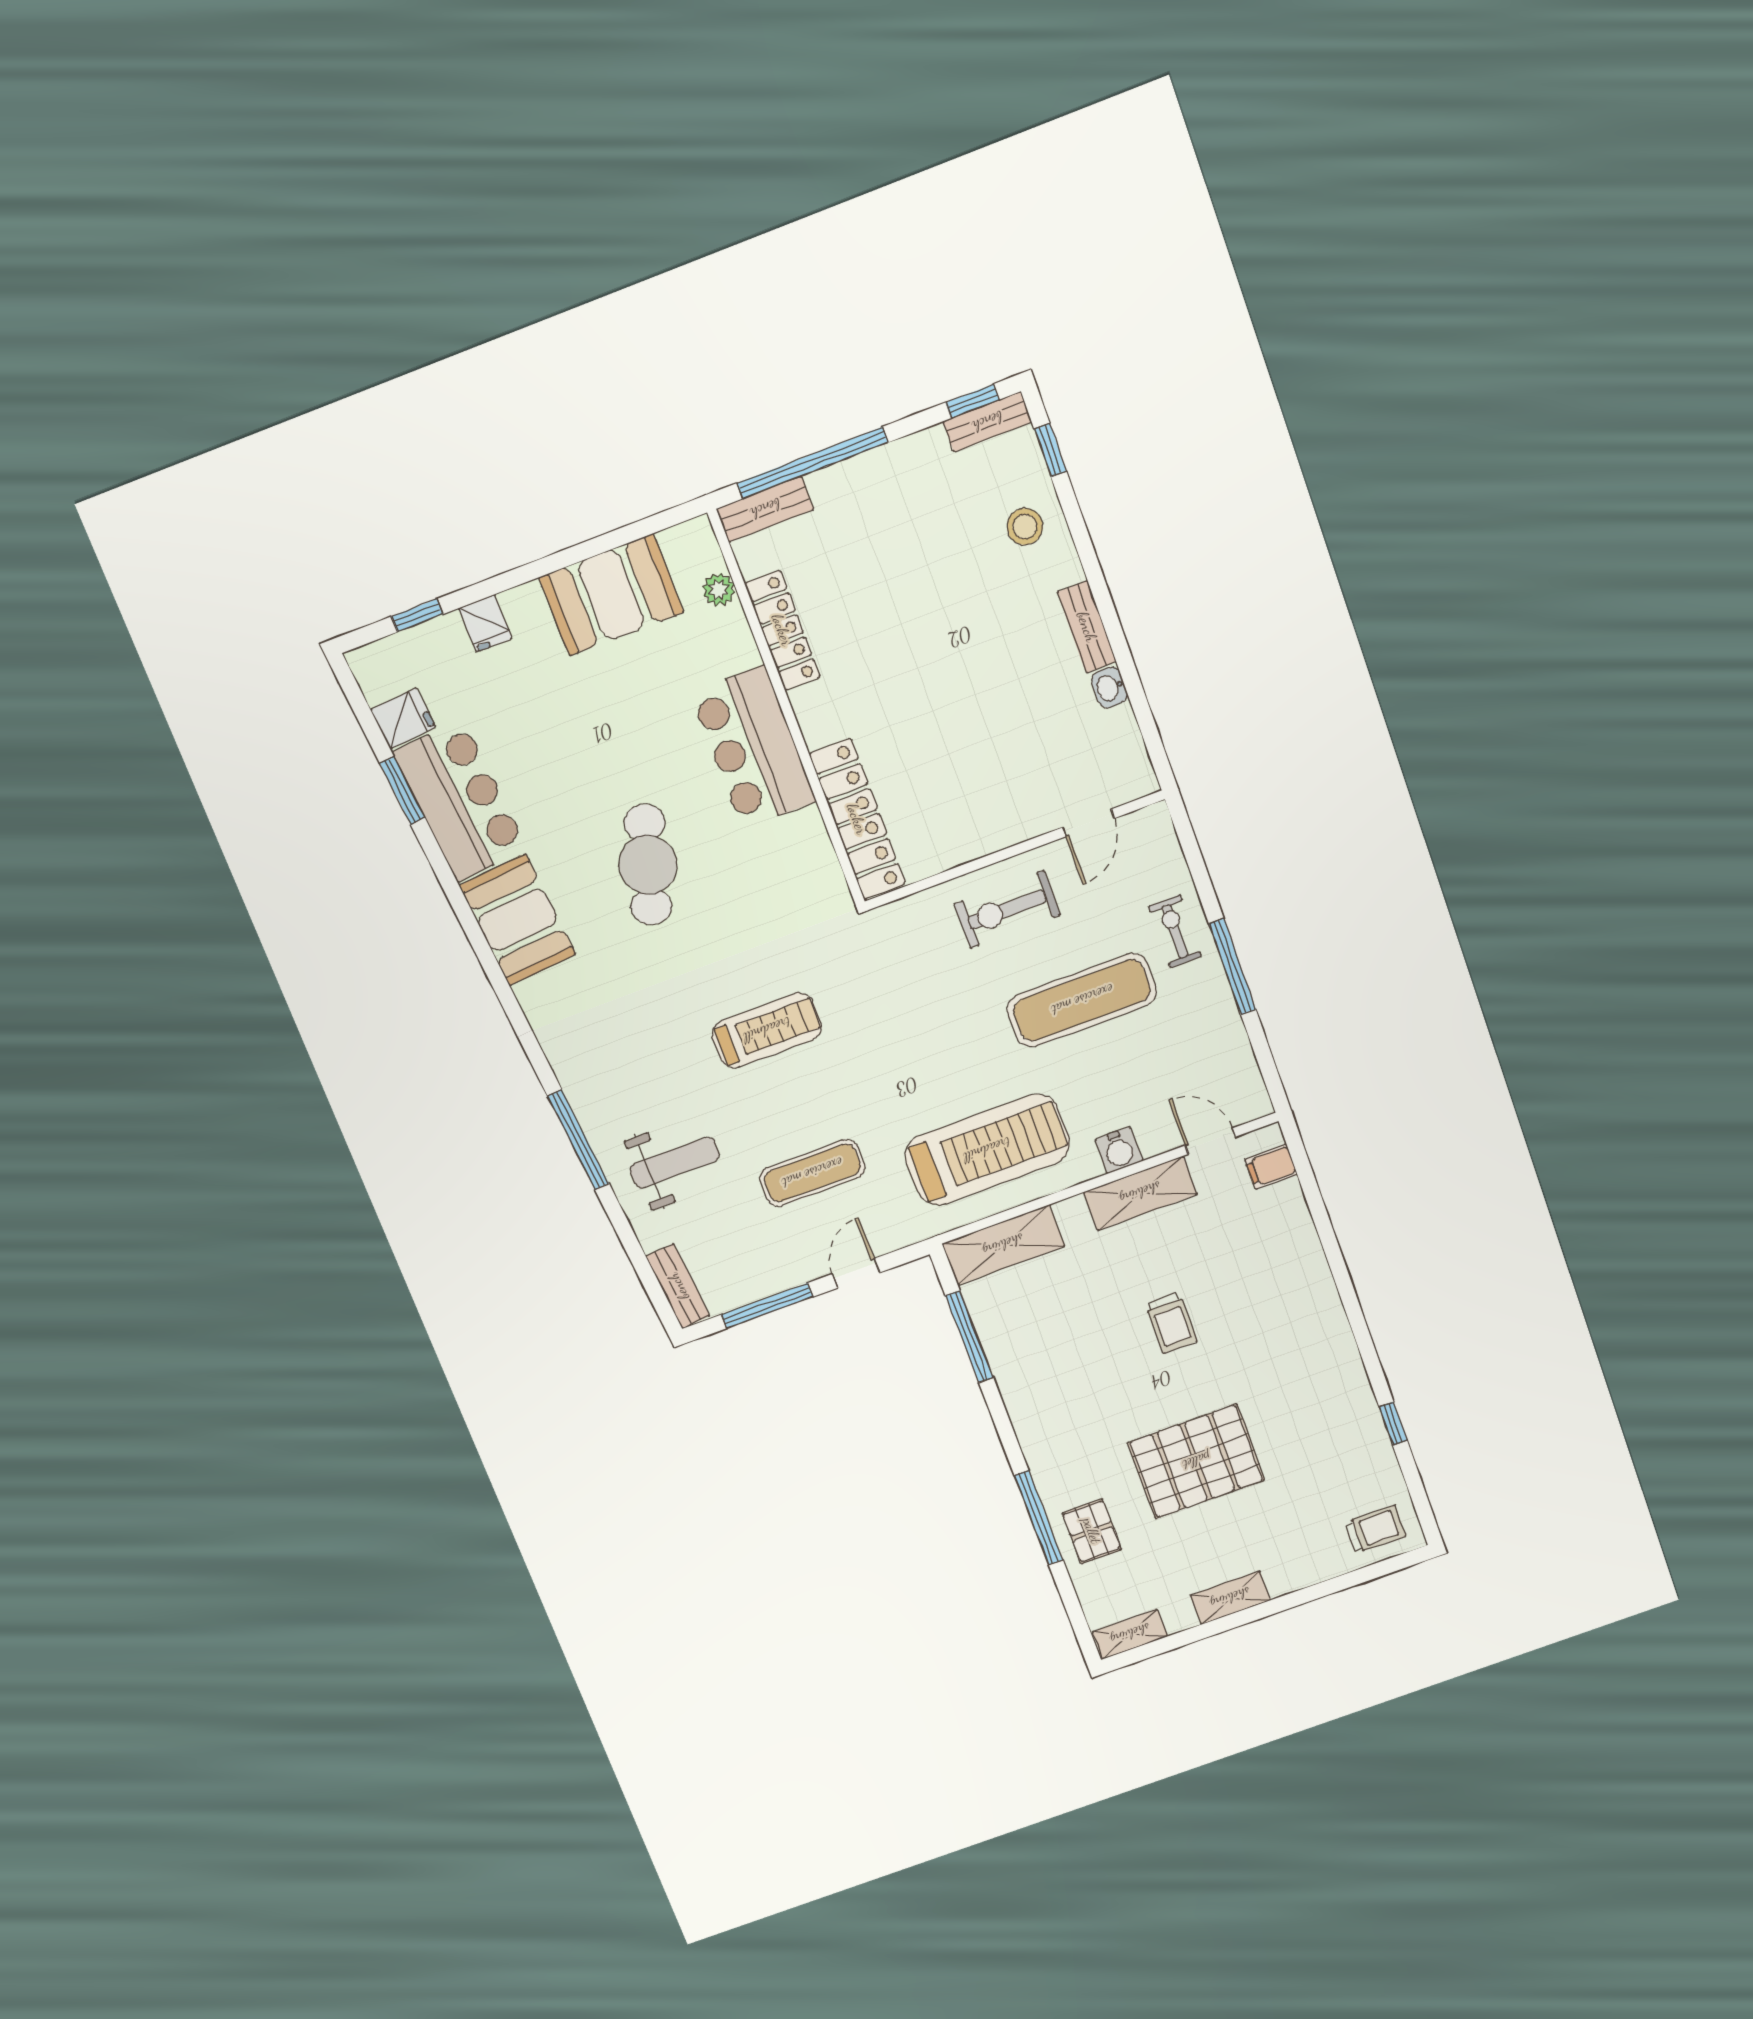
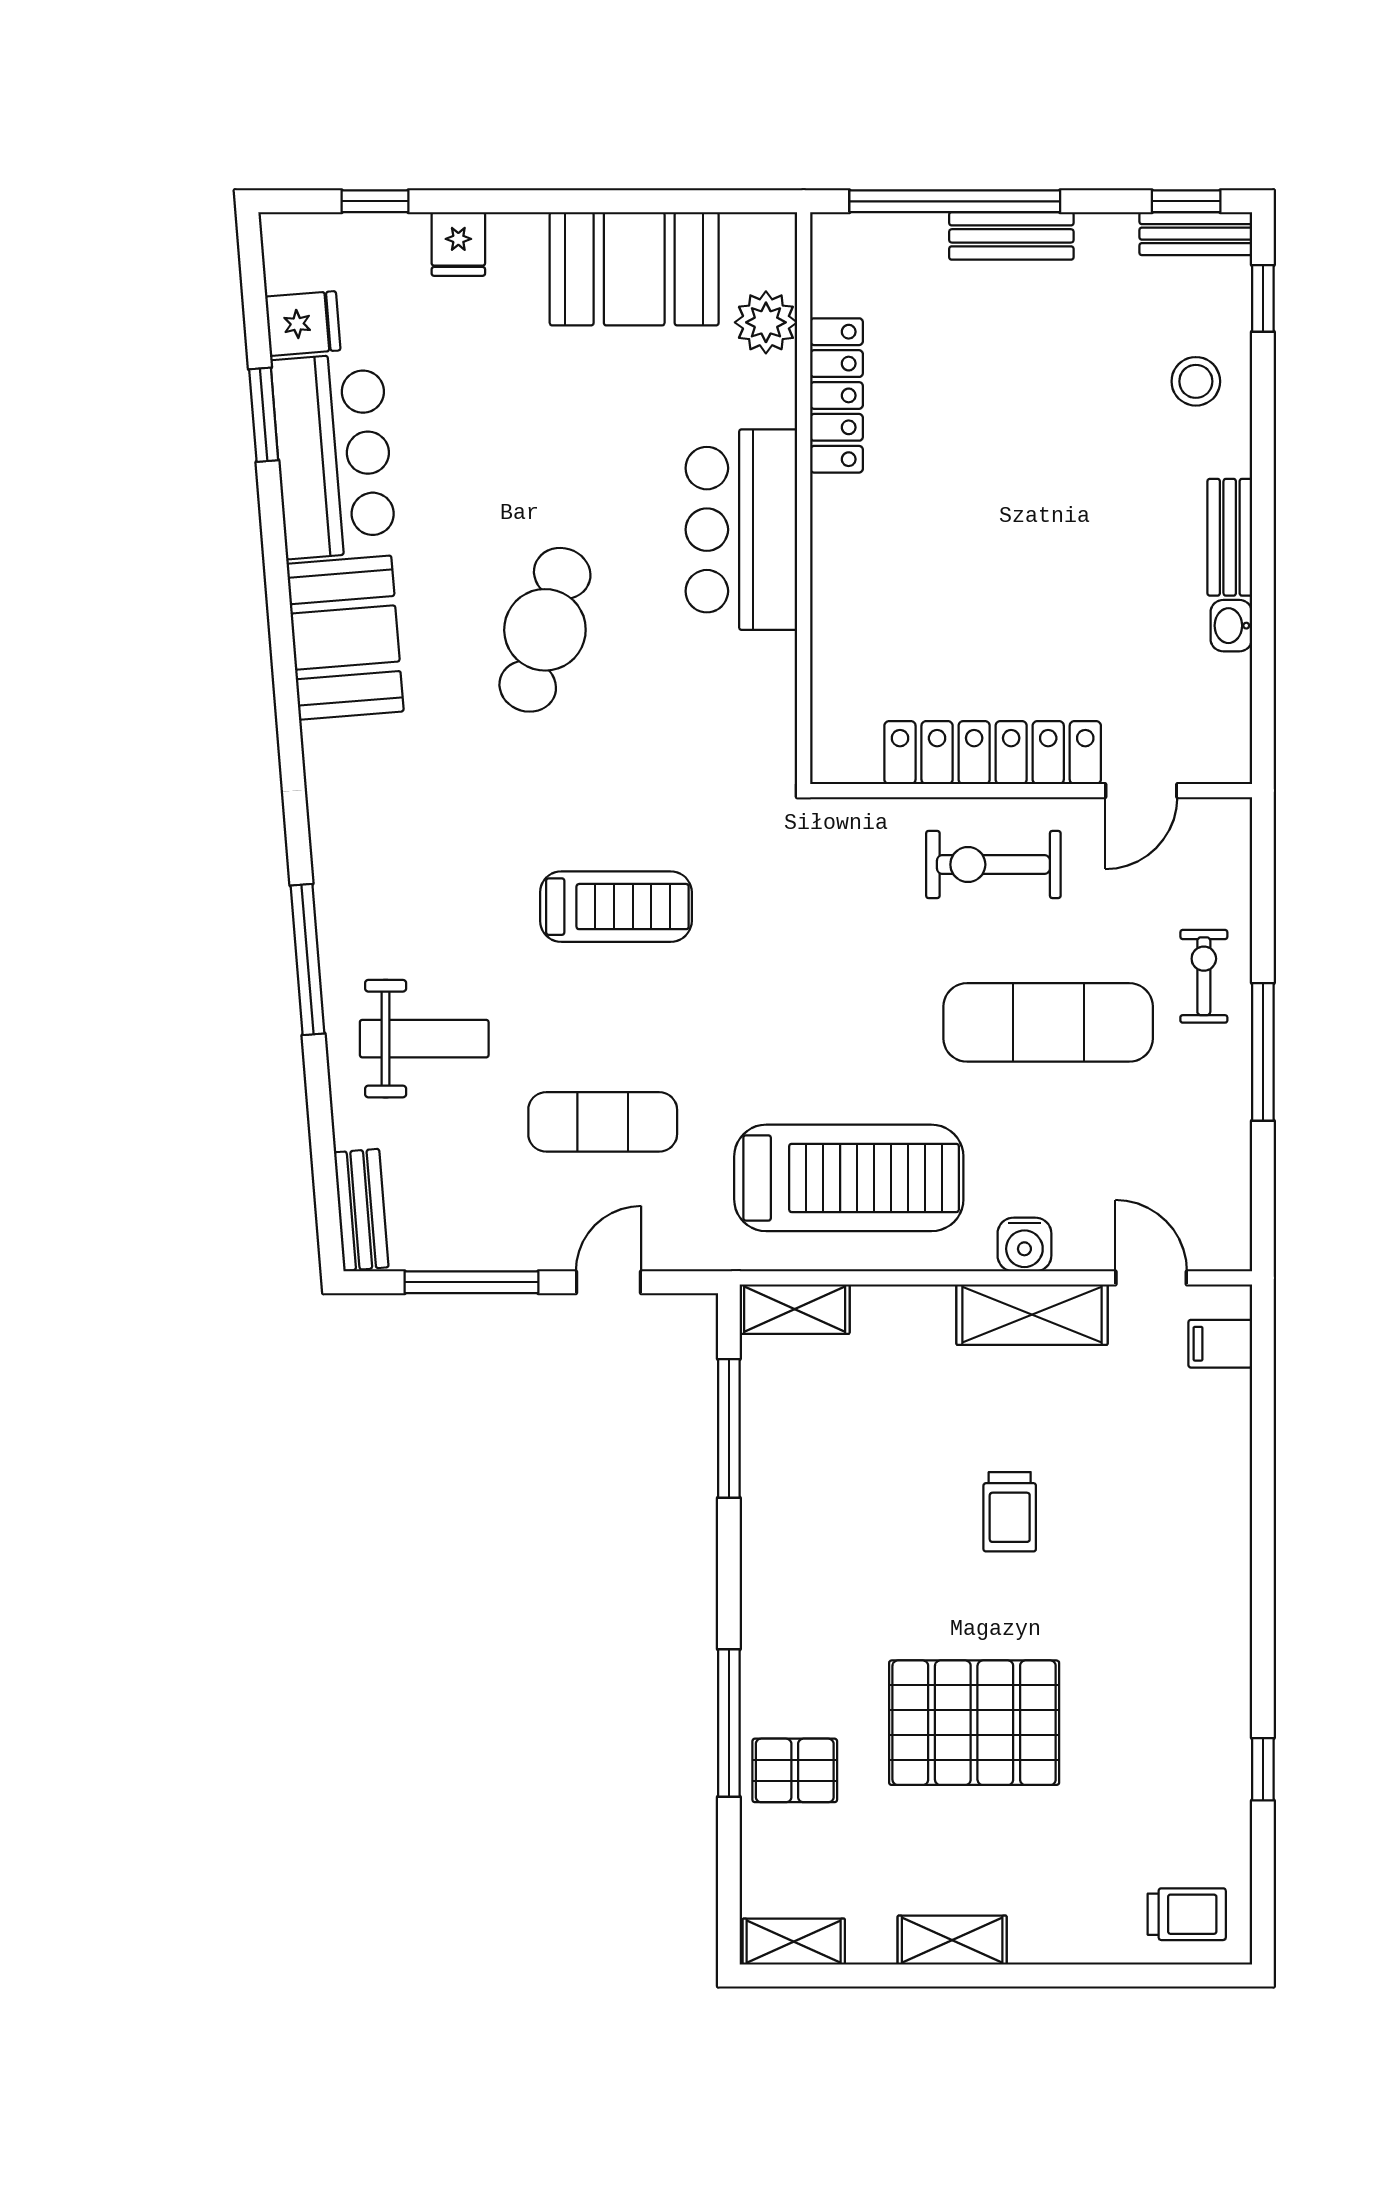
bench: (765, 509) -> (1011, 236), moved
plant: (719, 590) -> (766, 322), width x1.38, depth x1.38
locker: (857, 819) -> (993, 753), moved, turned -90
shelving: (1003, 1245) -> (795, 1309), width x0.67, depth x0.75
pallet: (1092, 1531) -> (795, 1770), turned 90

